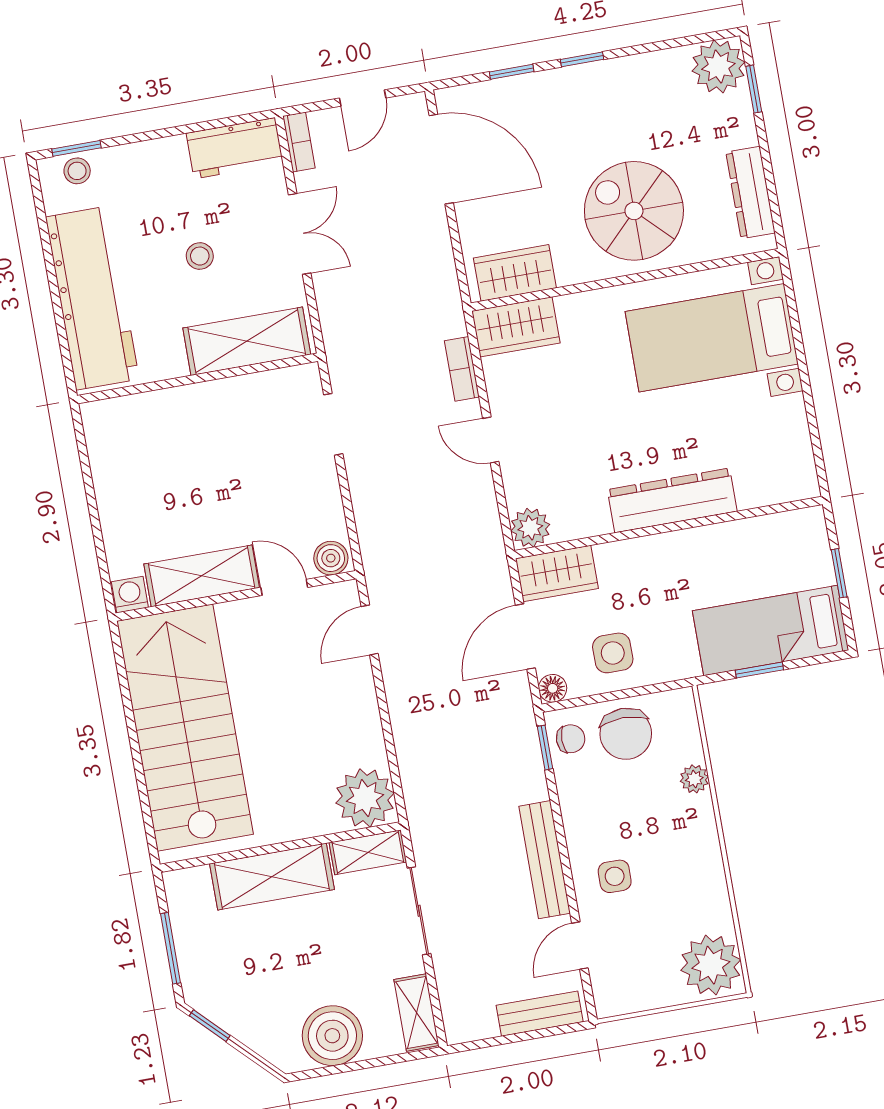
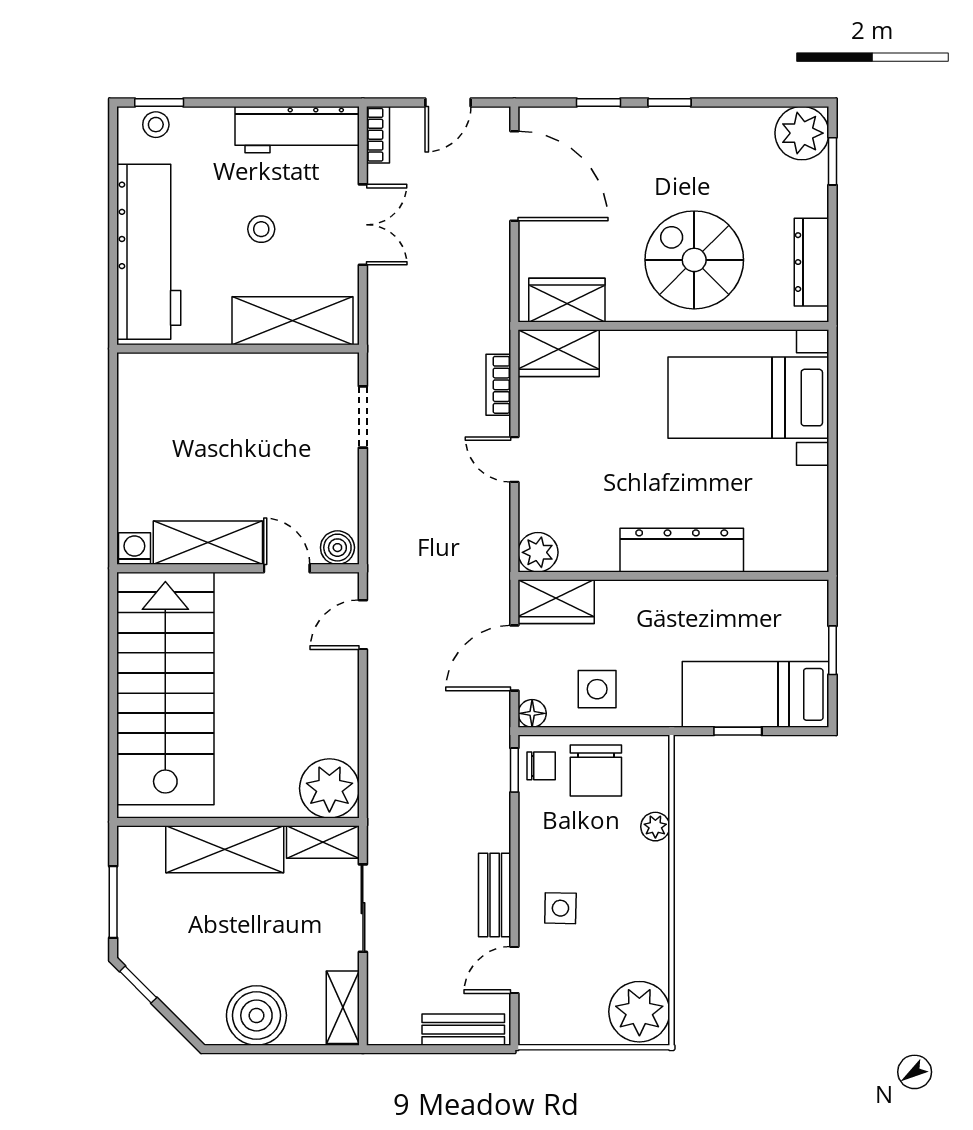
workbench: (235, 148) -> (297, 130), width x1.38
bench: (545, 860) -> (495, 895), width x0.73

